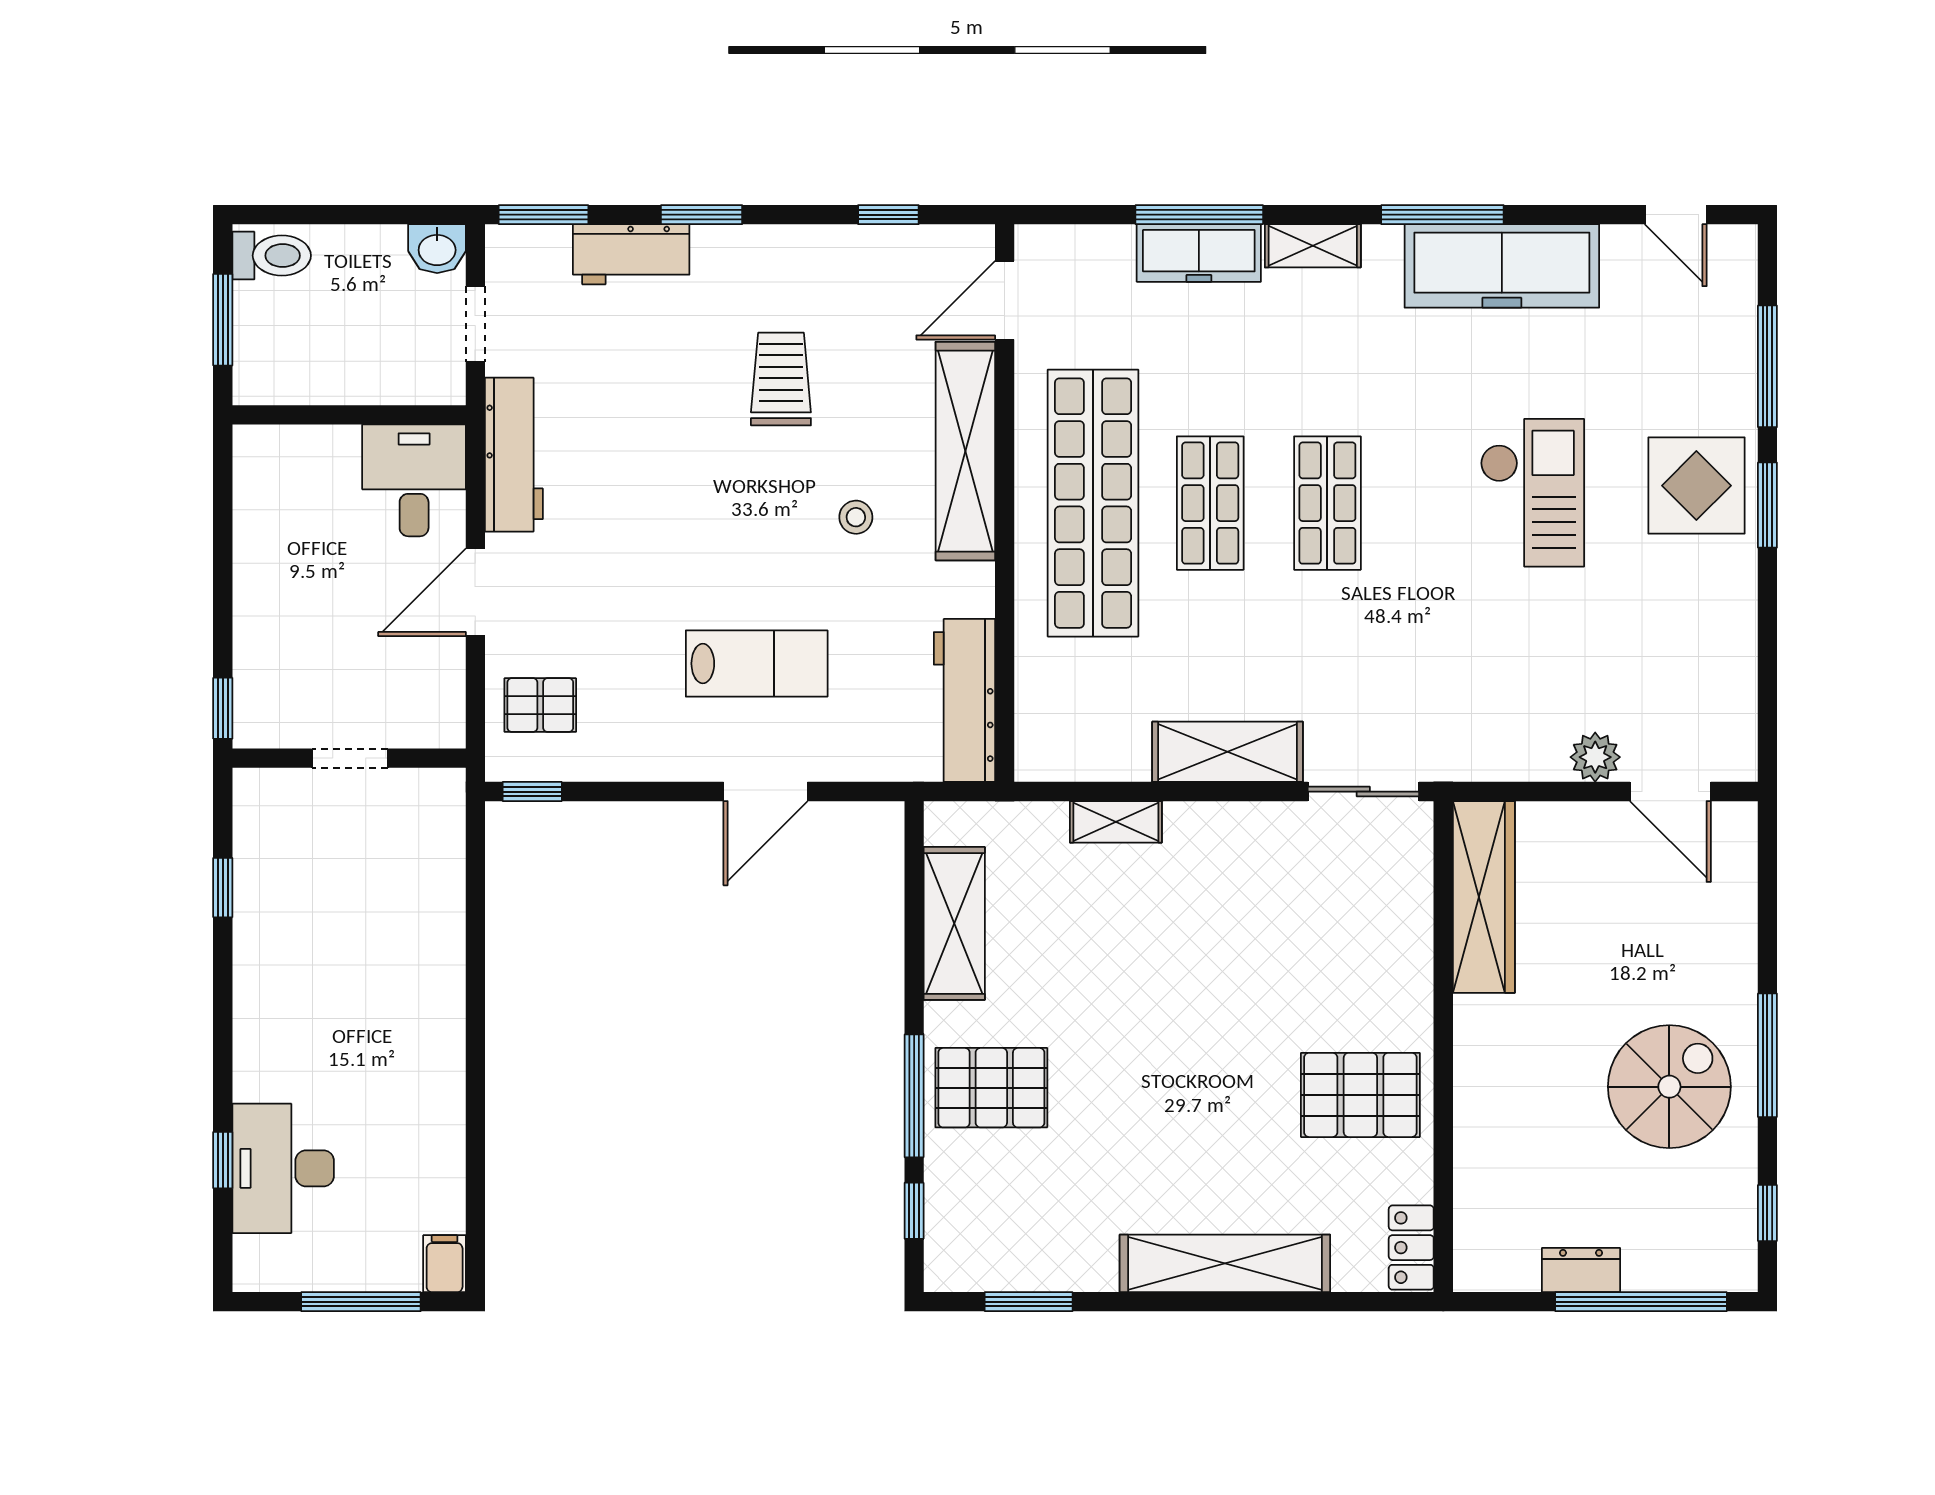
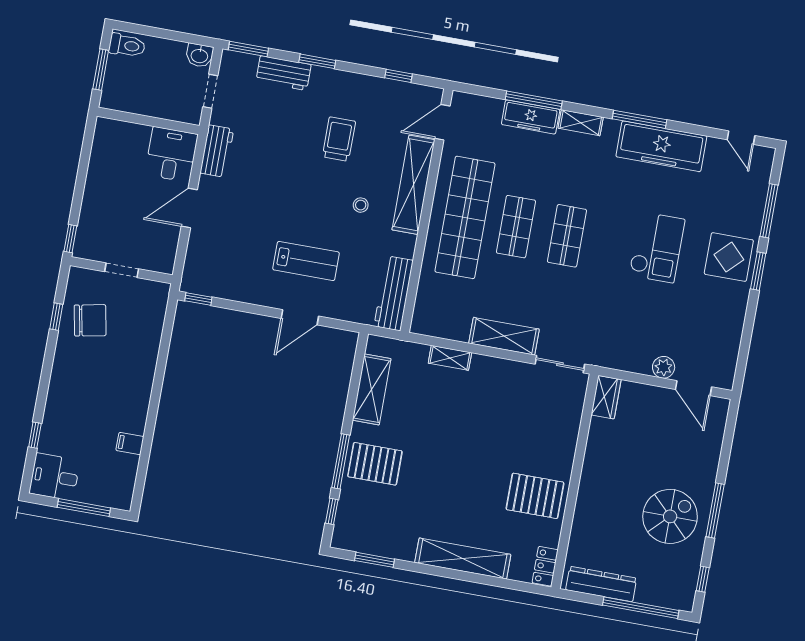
workbench: (514, 455) -> (217, 151), width x0.73
pallet: (540, 705) -> (209, 262), removed
chair: (300, 882) -> (90, 320), added
wardrobe: (1484, 897) -> (606, 397), width x0.48, depth x0.85
desk: (283, 1168) -> (55, 477), moved, width x0.73
filing cabinet: (445, 1264) -> (130, 444), moved, turned -90
dresser: (1581, 1270) -> (601, 584), width x1.96, depth x1.24

